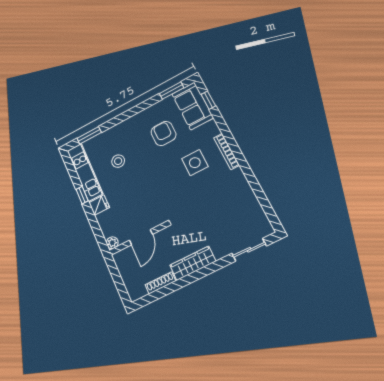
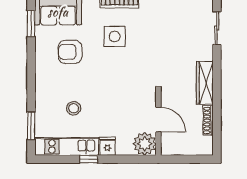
plant: (112, 243) -> (145, 144), width x1.87, depth x1.87

